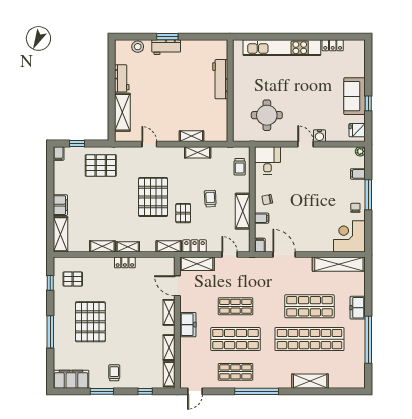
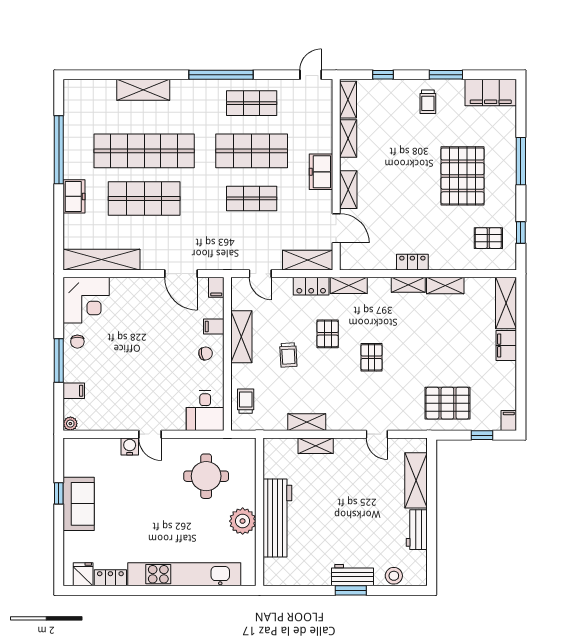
workbench: (220, 79) -> (277, 518), width x1.36, depth x1.32
plant: (242, 84) -> (243, 521), added
fridge: (357, 130) -> (83, 574), moved, turned -90
pallet: (153, 197) -> (371, 357), width x0.49, depth x0.50

